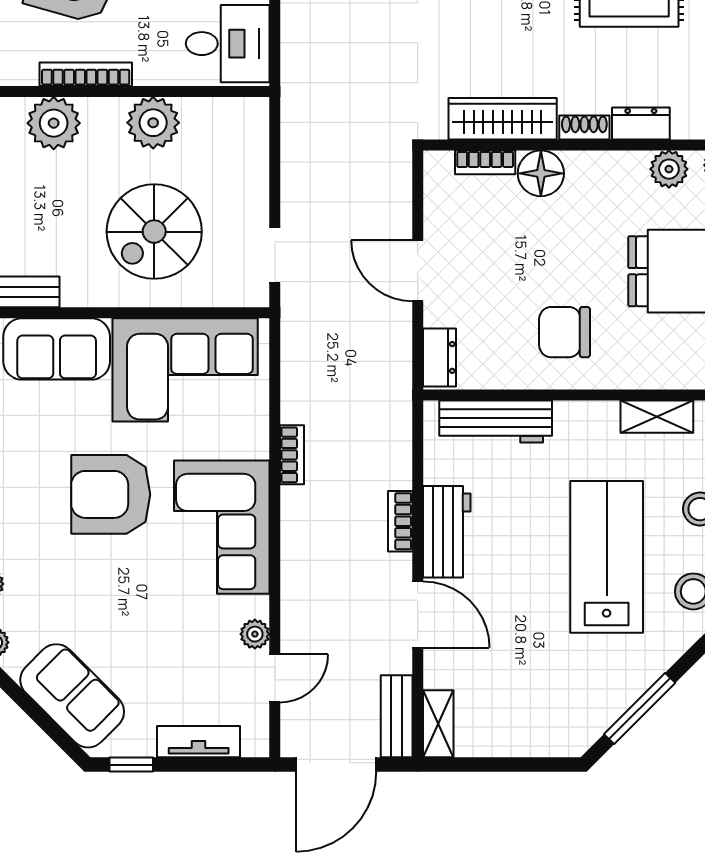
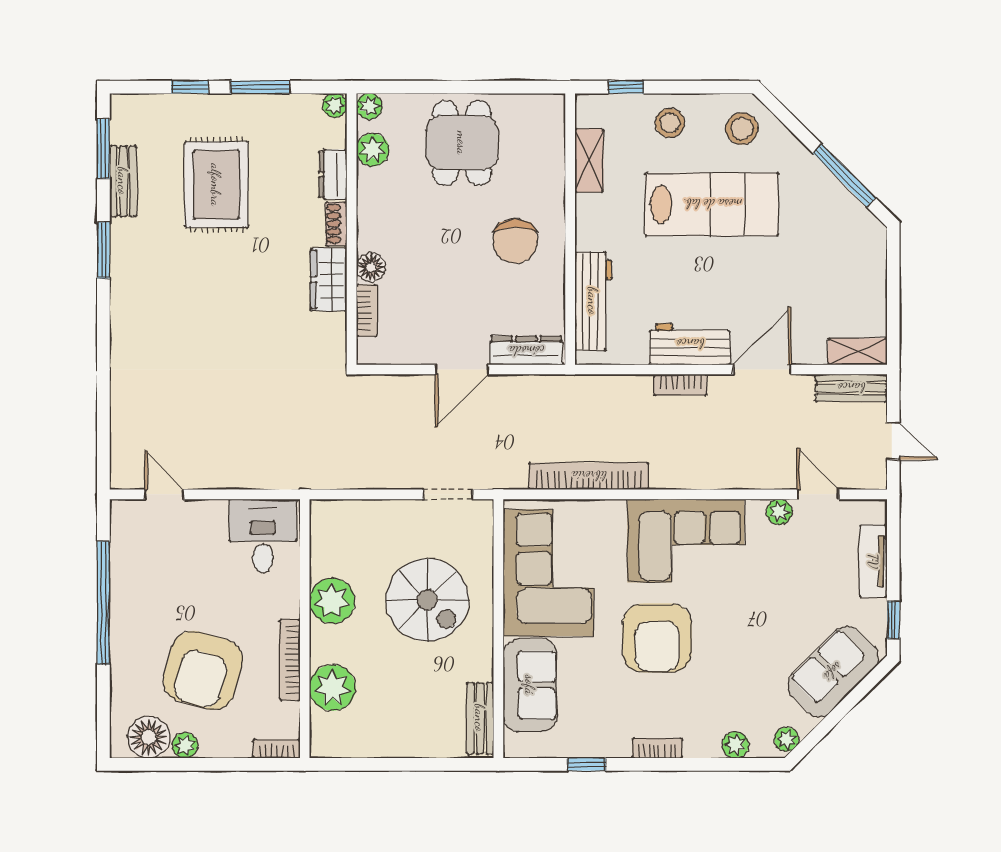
wardrobe: (503, 119) -> (329, 280), width x0.67
floor lamp: (541, 173) -> (371, 267), width x0.73, depth x0.73
dresser: (439, 357) -> (526, 351), width x1.44
bookcase: (292, 455) -> (589, 476), width x2.31, depth x1.31
lab bench: (607, 557) -> (712, 204), turned 180
door: (336, 765) -> (893, 441), width x0.53

